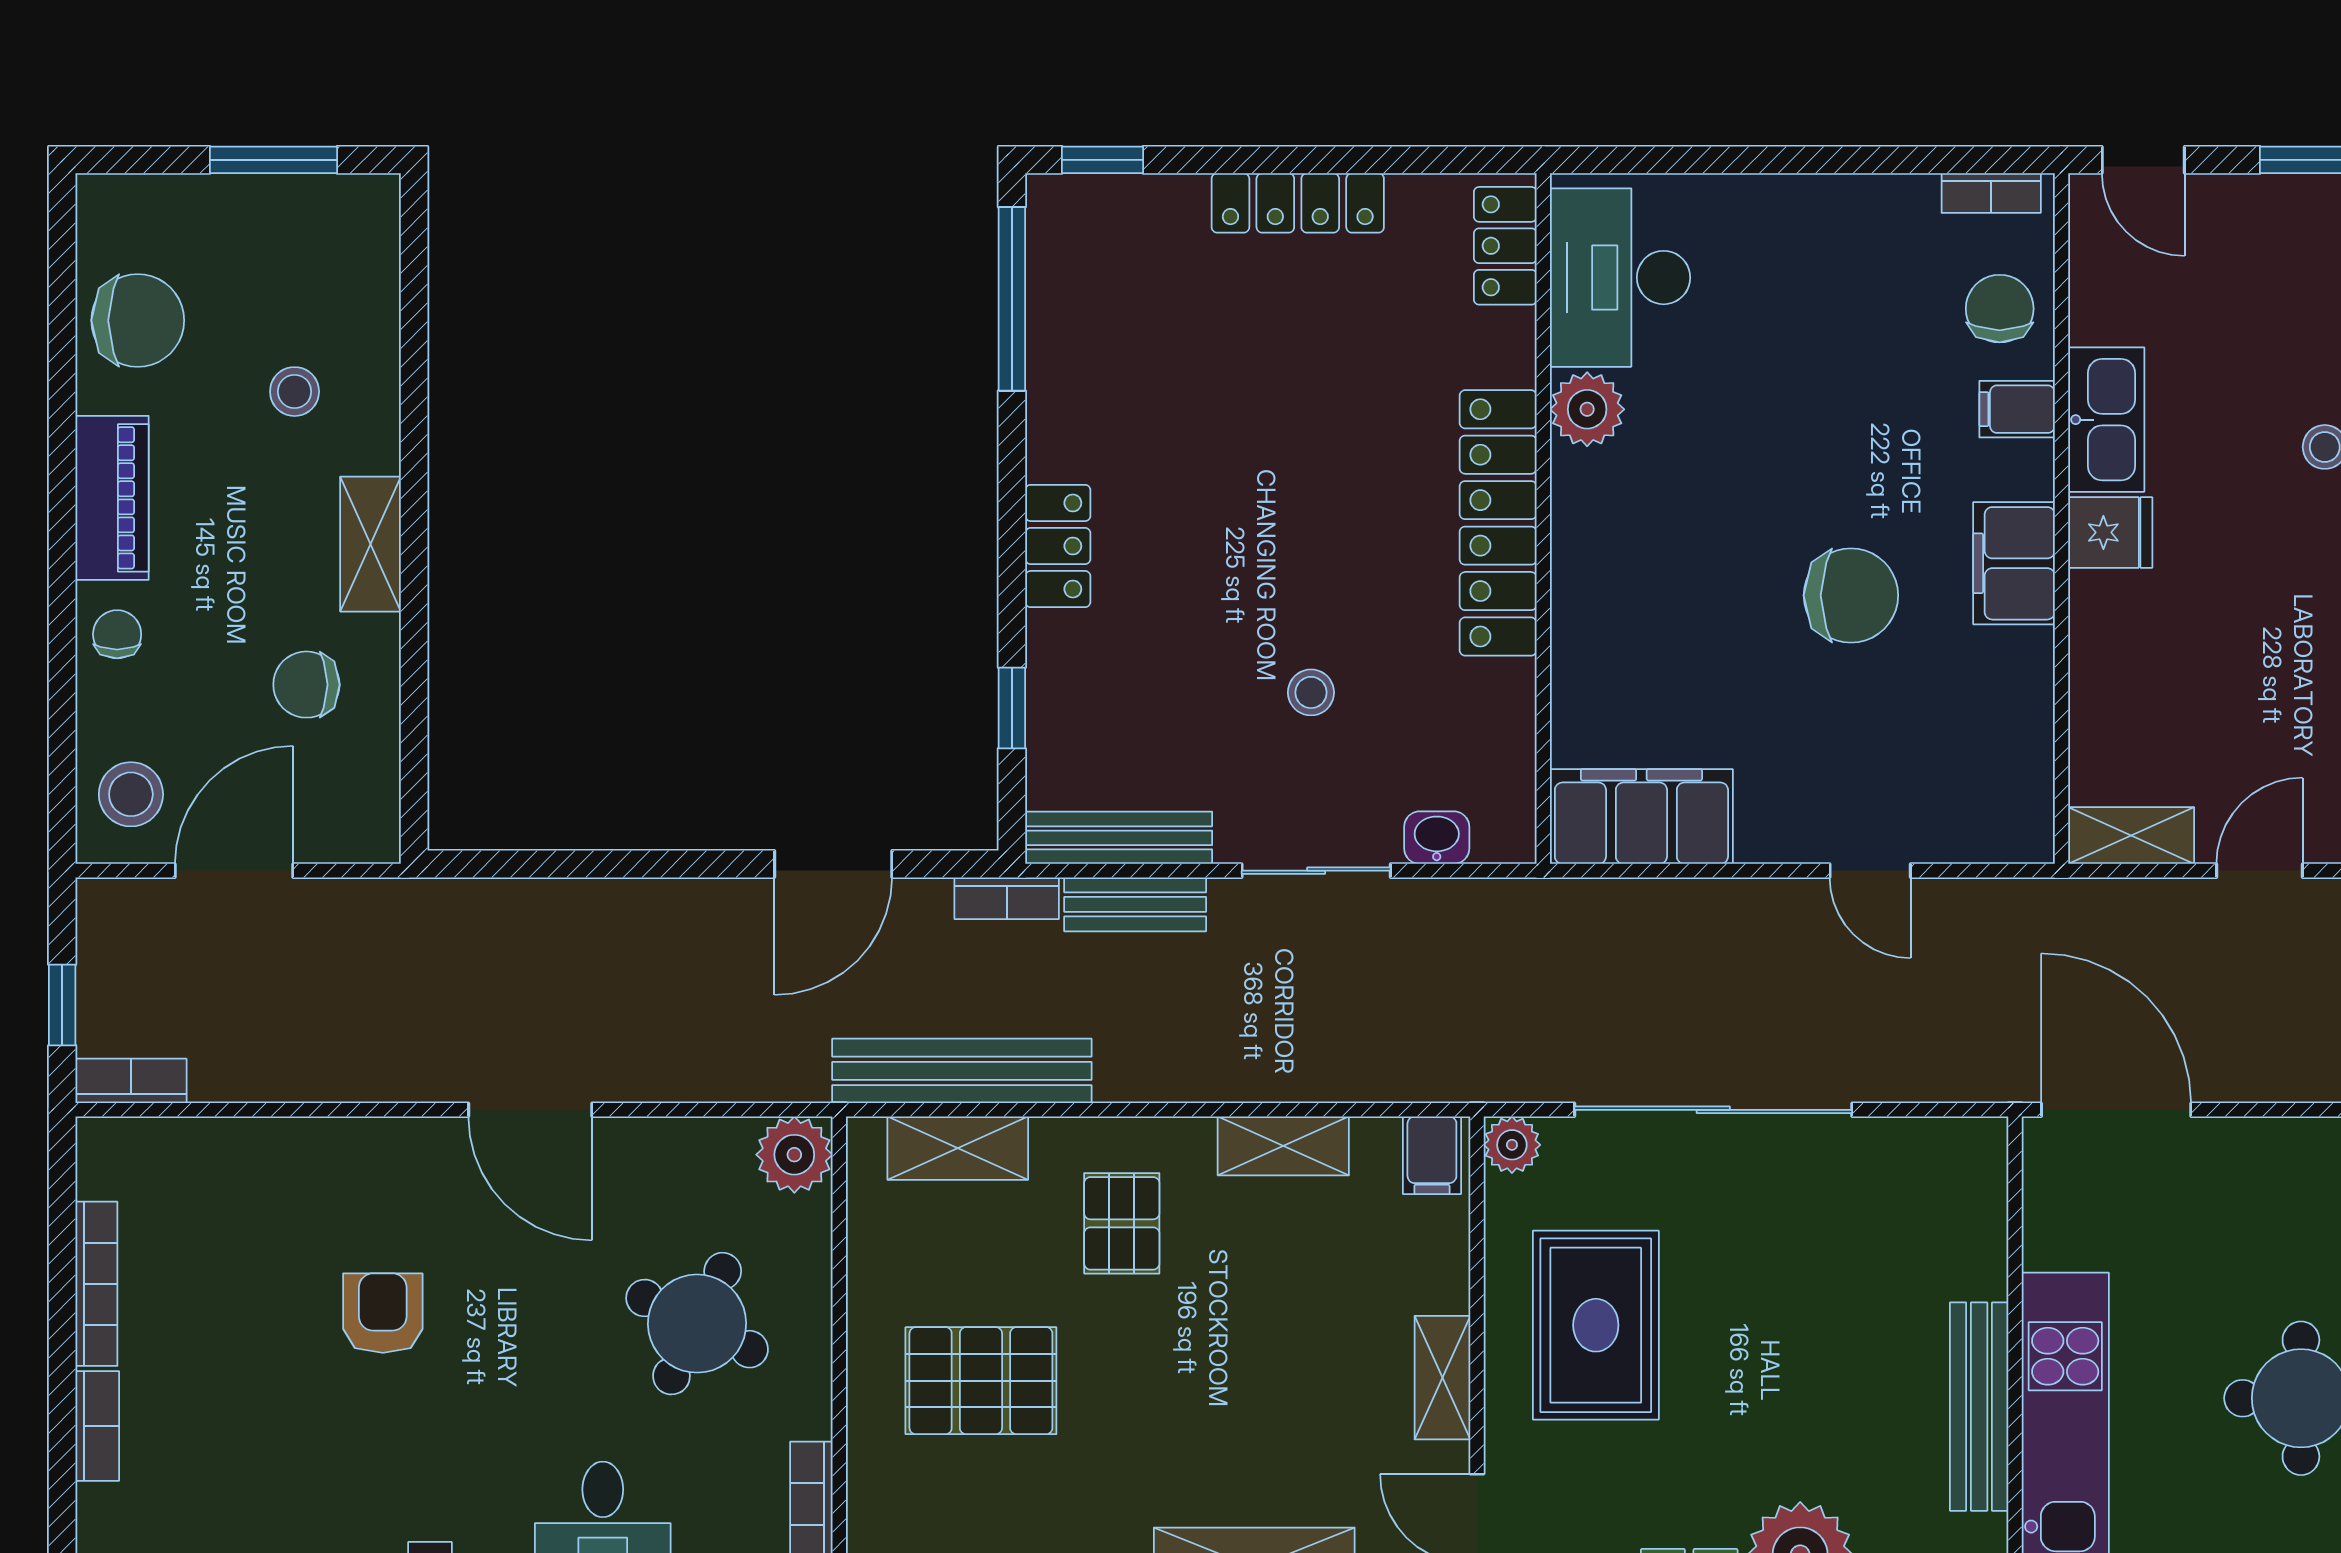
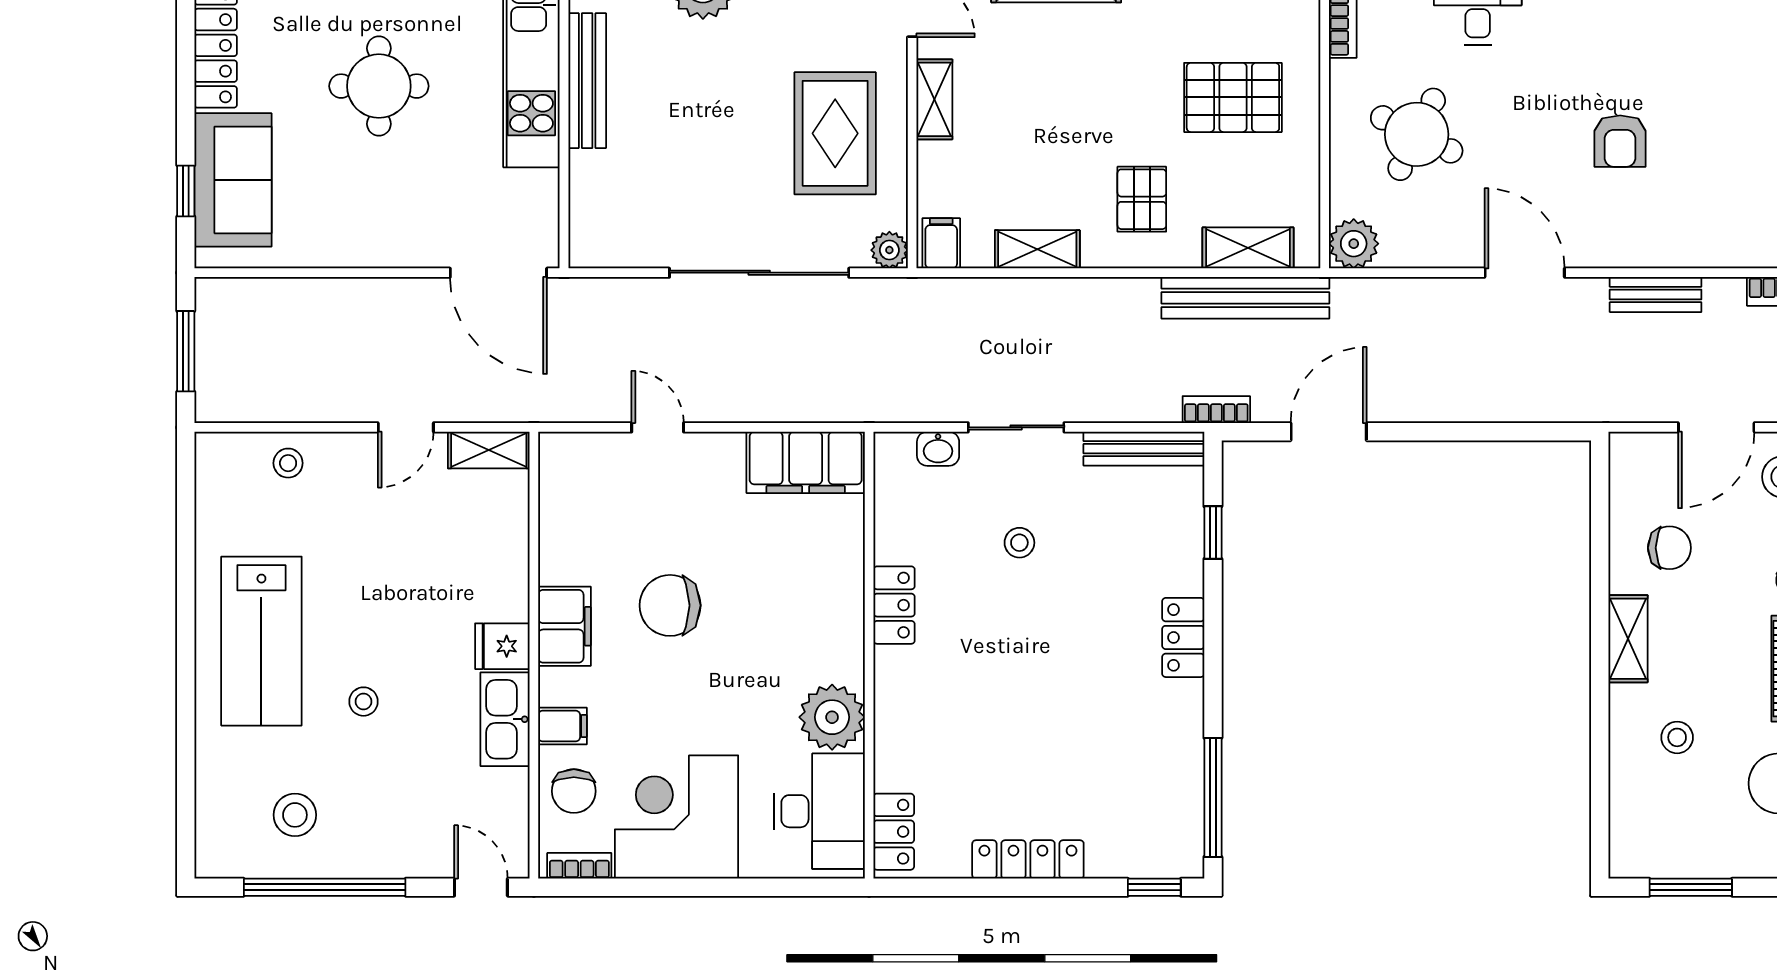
corner desk: (1841, 269) -> (677, 817), added
plant: (1587, 409) -> (832, 717), width x1.36, depth x1.36
locker: (1498, 523) -> (894, 605), width x0.46, depth x0.83
bench: (1135, 904) -> (1656, 295), moved

